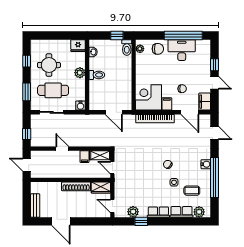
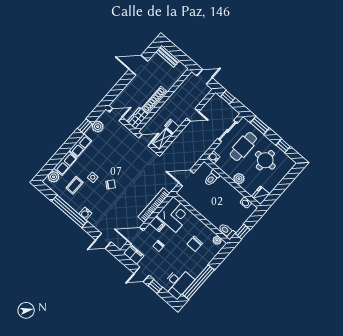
chair: (158, 49) -> (195, 244), moved
desk: (182, 50) -> (178, 283), moved
toilet: (97, 75) -> (212, 178), moved

